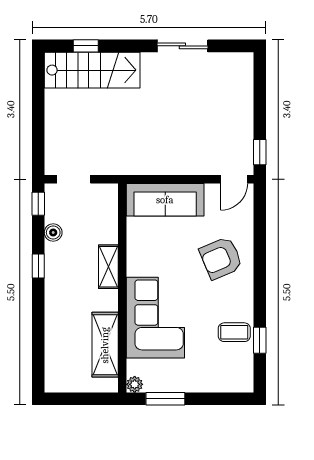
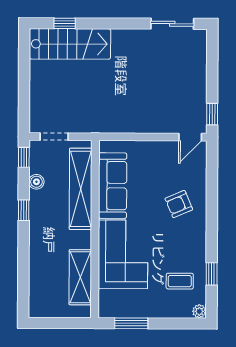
sliding door: (182, 46) -> (172, 24), moved
sofa: (165, 200) -> (113, 186), moved, turned -90
armchair: (221, 258) -> (179, 204), width x0.72, depth x0.72
shelving: (108, 267) -> (81, 189), width x2.20, depth x1.33
coffee table: (234, 332) -> (180, 281), moved
plant: (135, 384) -> (199, 311), moved

